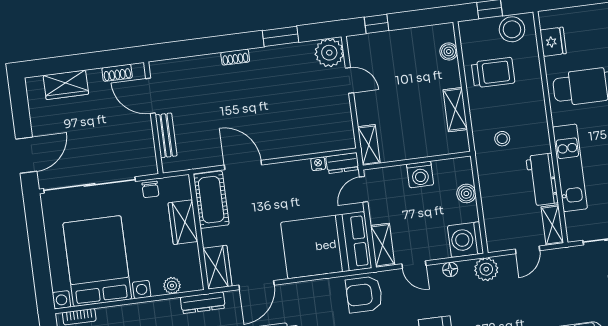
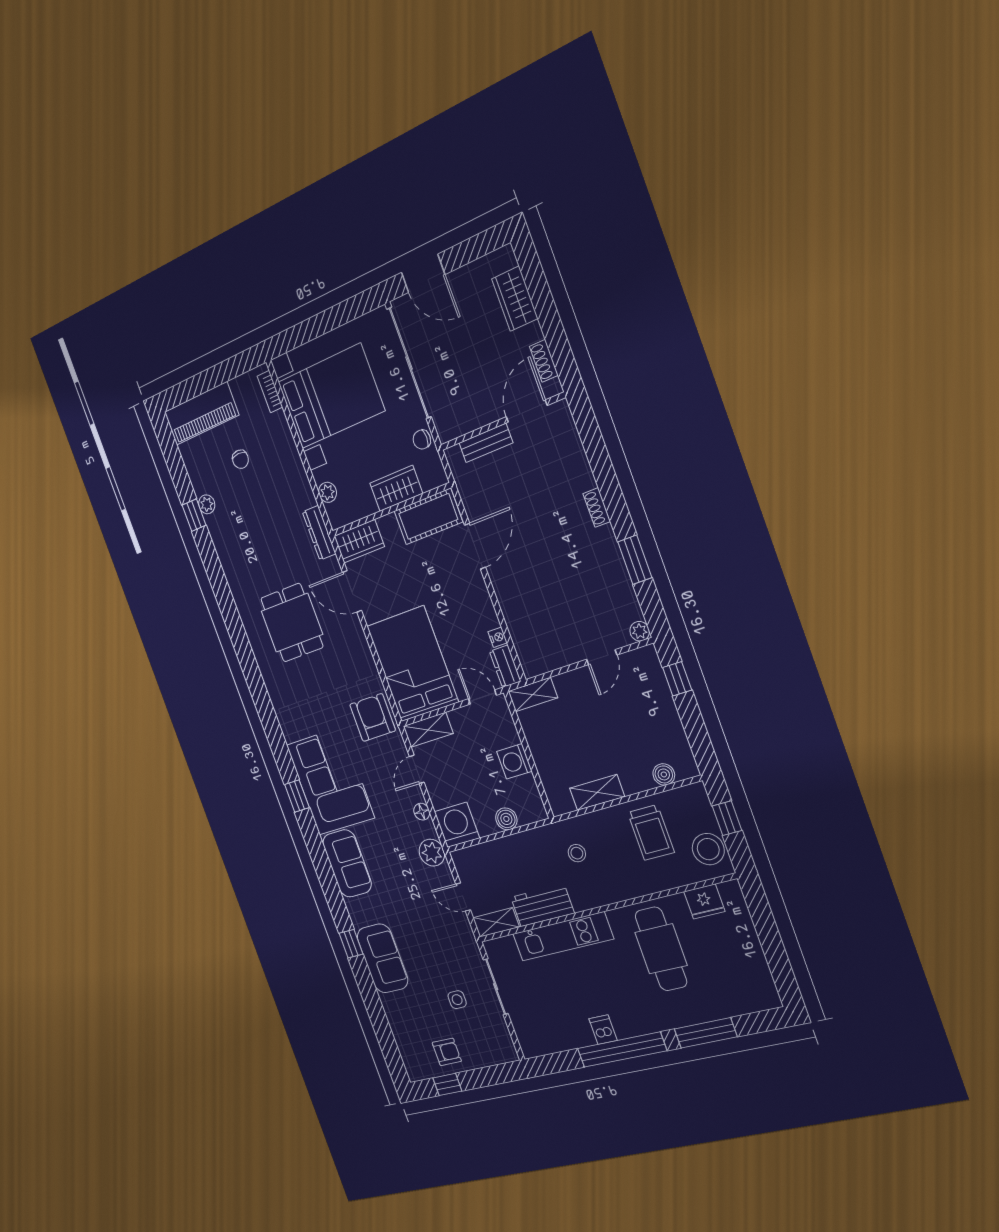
plant: (329, 53) -> (640, 631), width x0.53, depth x0.53

